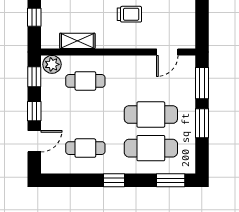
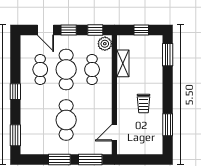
door: (167, 52) -> (114, 133), hinge flipped
cafe table: (151, 148) -> (66, 69), moved

